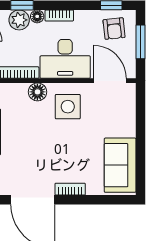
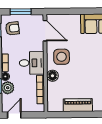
desk: (65, 59) -> (32, 63), width x0.73
door: (110, 81) -> (45, 31), swing flipped

